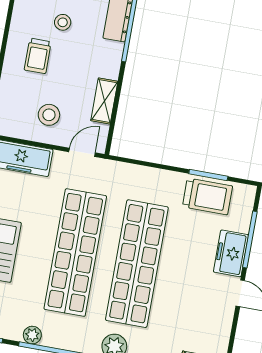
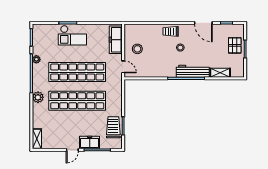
trolley: (38, 56) -> (171, 31), moved
shelving: (104, 101) -> (148, 73), removed
trolley: (207, 196) -> (113, 127), turned 180

